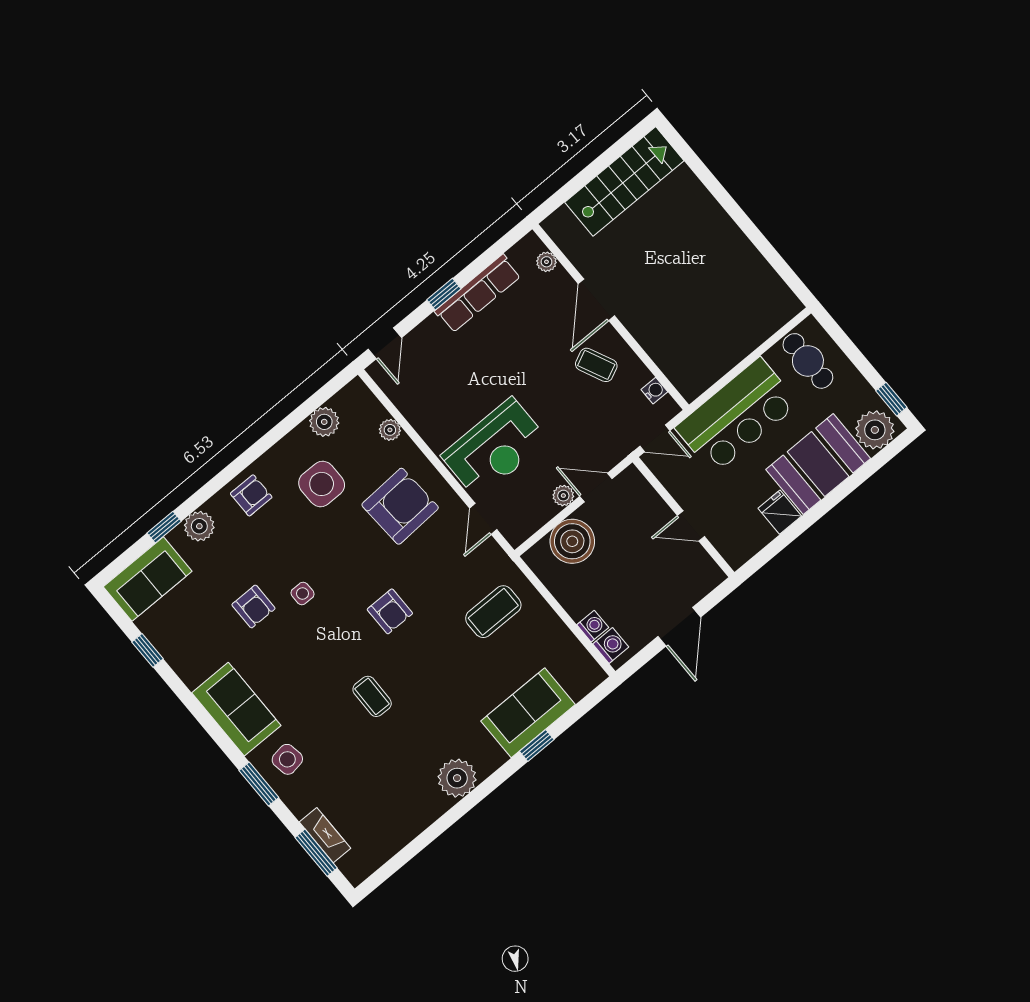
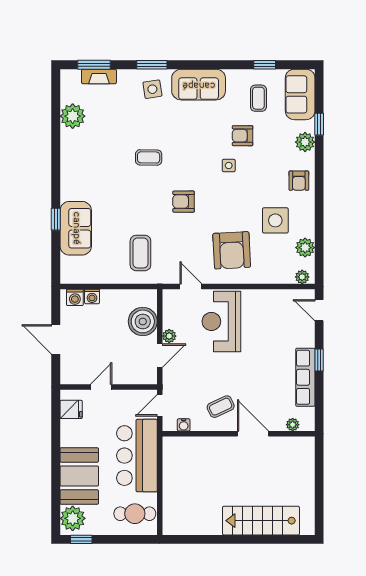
stairs: (624, 181) -> (261, 521), moved, turned 90
plant: (390, 430) -> (302, 277), moved
fridge: (780, 512) -> (71, 409), moved
coffee table: (193, 625) -> (258, 98), added
plant: (457, 778) -> (73, 116), moved

